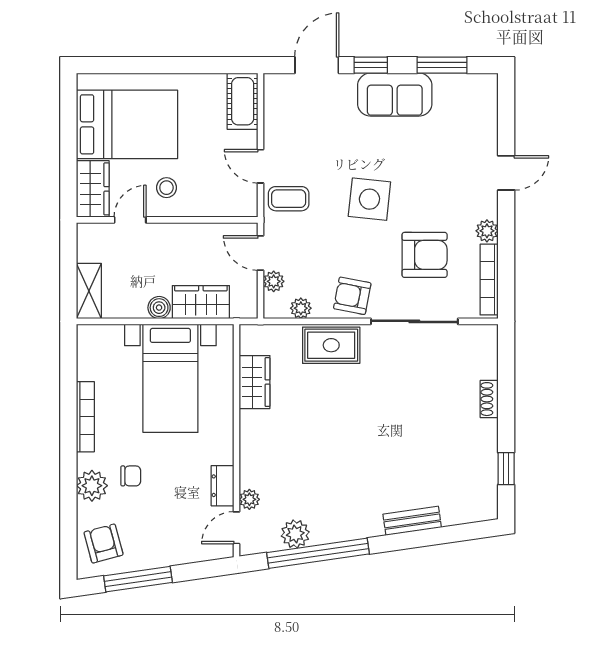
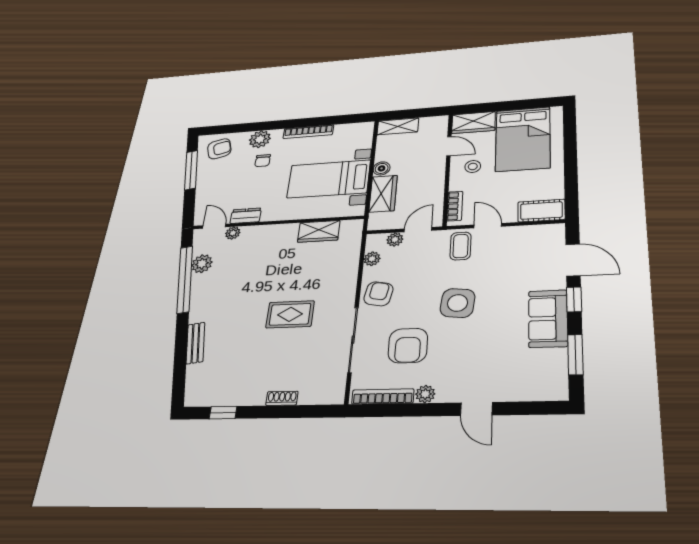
door: (261, 166) -> (488, 226), hinge flipped
bookcase: (228, 208) -> (455, 206), added
rug: (331, 345) -> (290, 314), moved, turned 90

